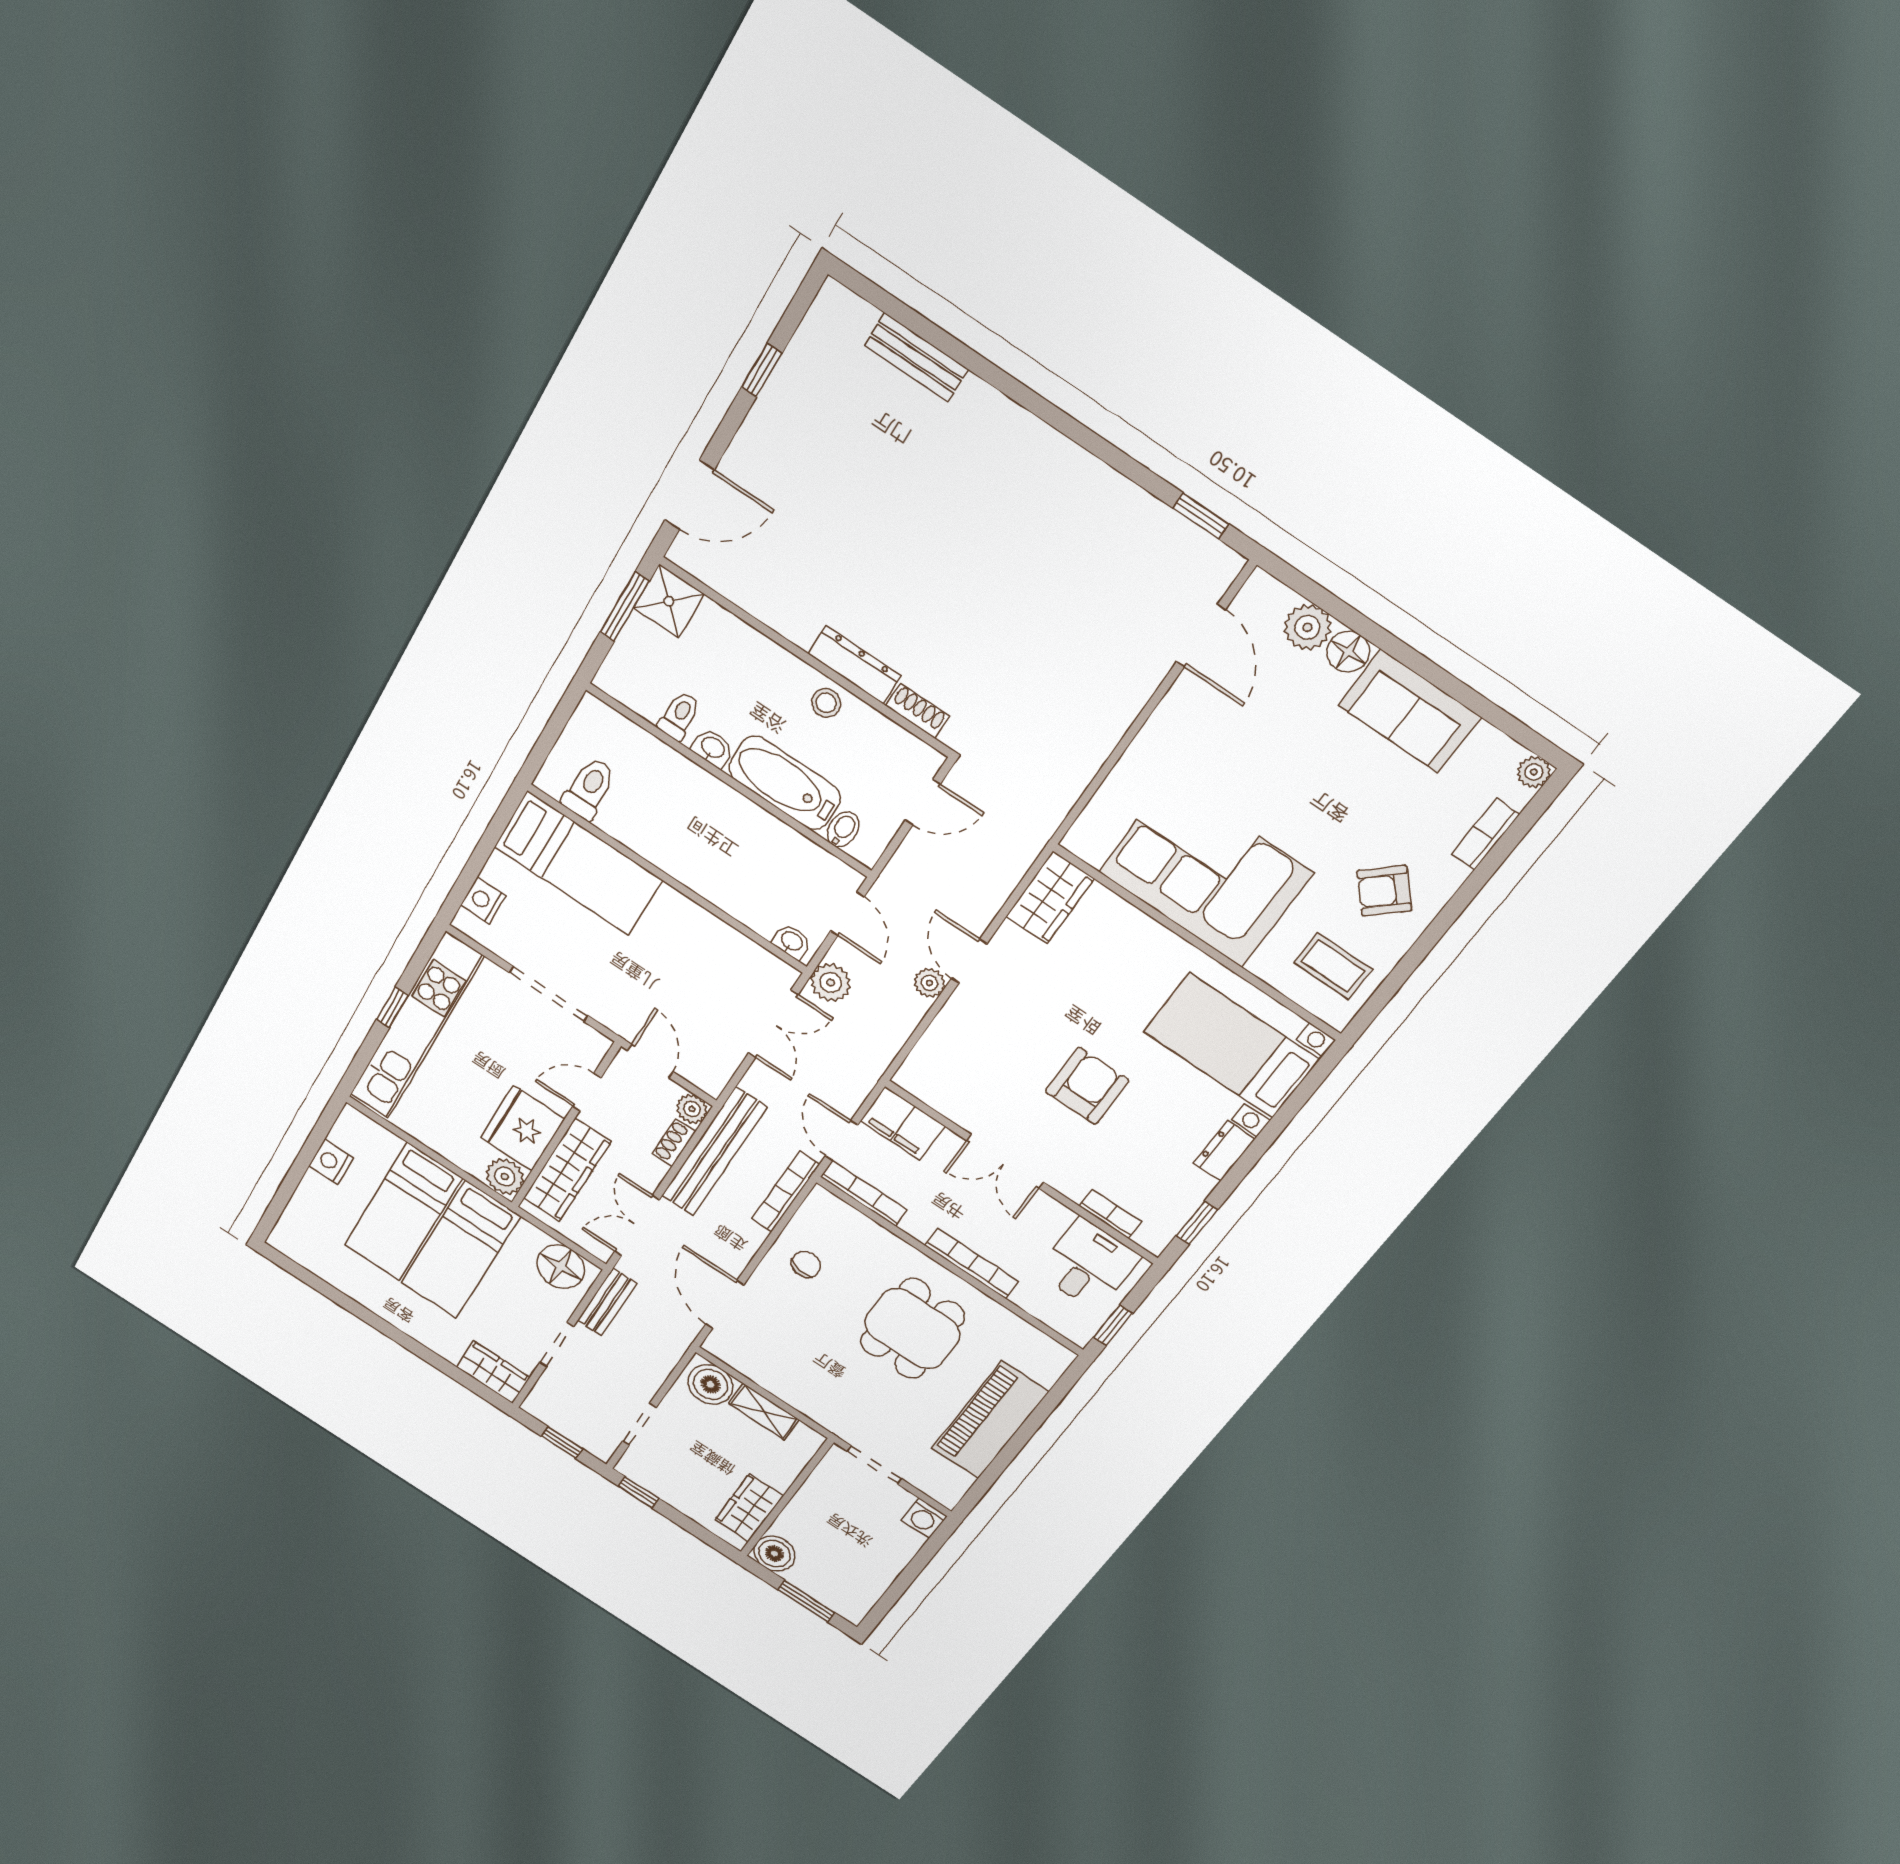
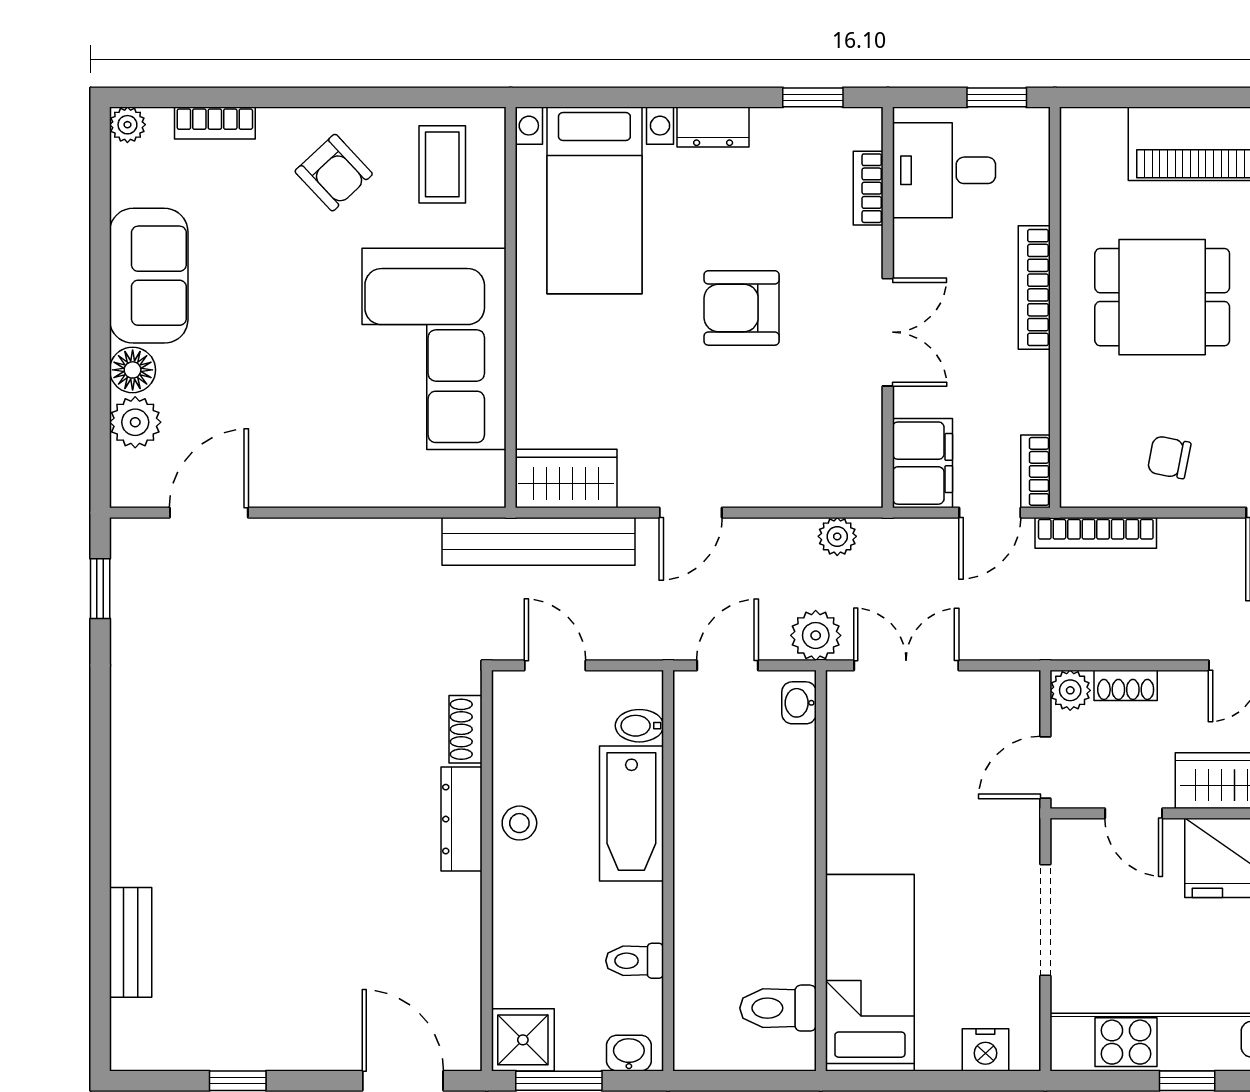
washbasin: (713, 748) -> (629, 1053), moved, turned 90
plant: (930, 983) -> (837, 536), moved
bench: (714, 1152) -> (538, 541), moved
bookcase: (864, 1193) -> (1035, 471), width x0.64

